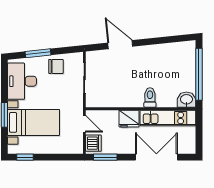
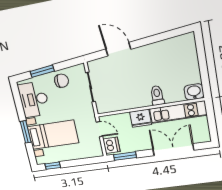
window: (199, 74) -> (203, 65), removed

